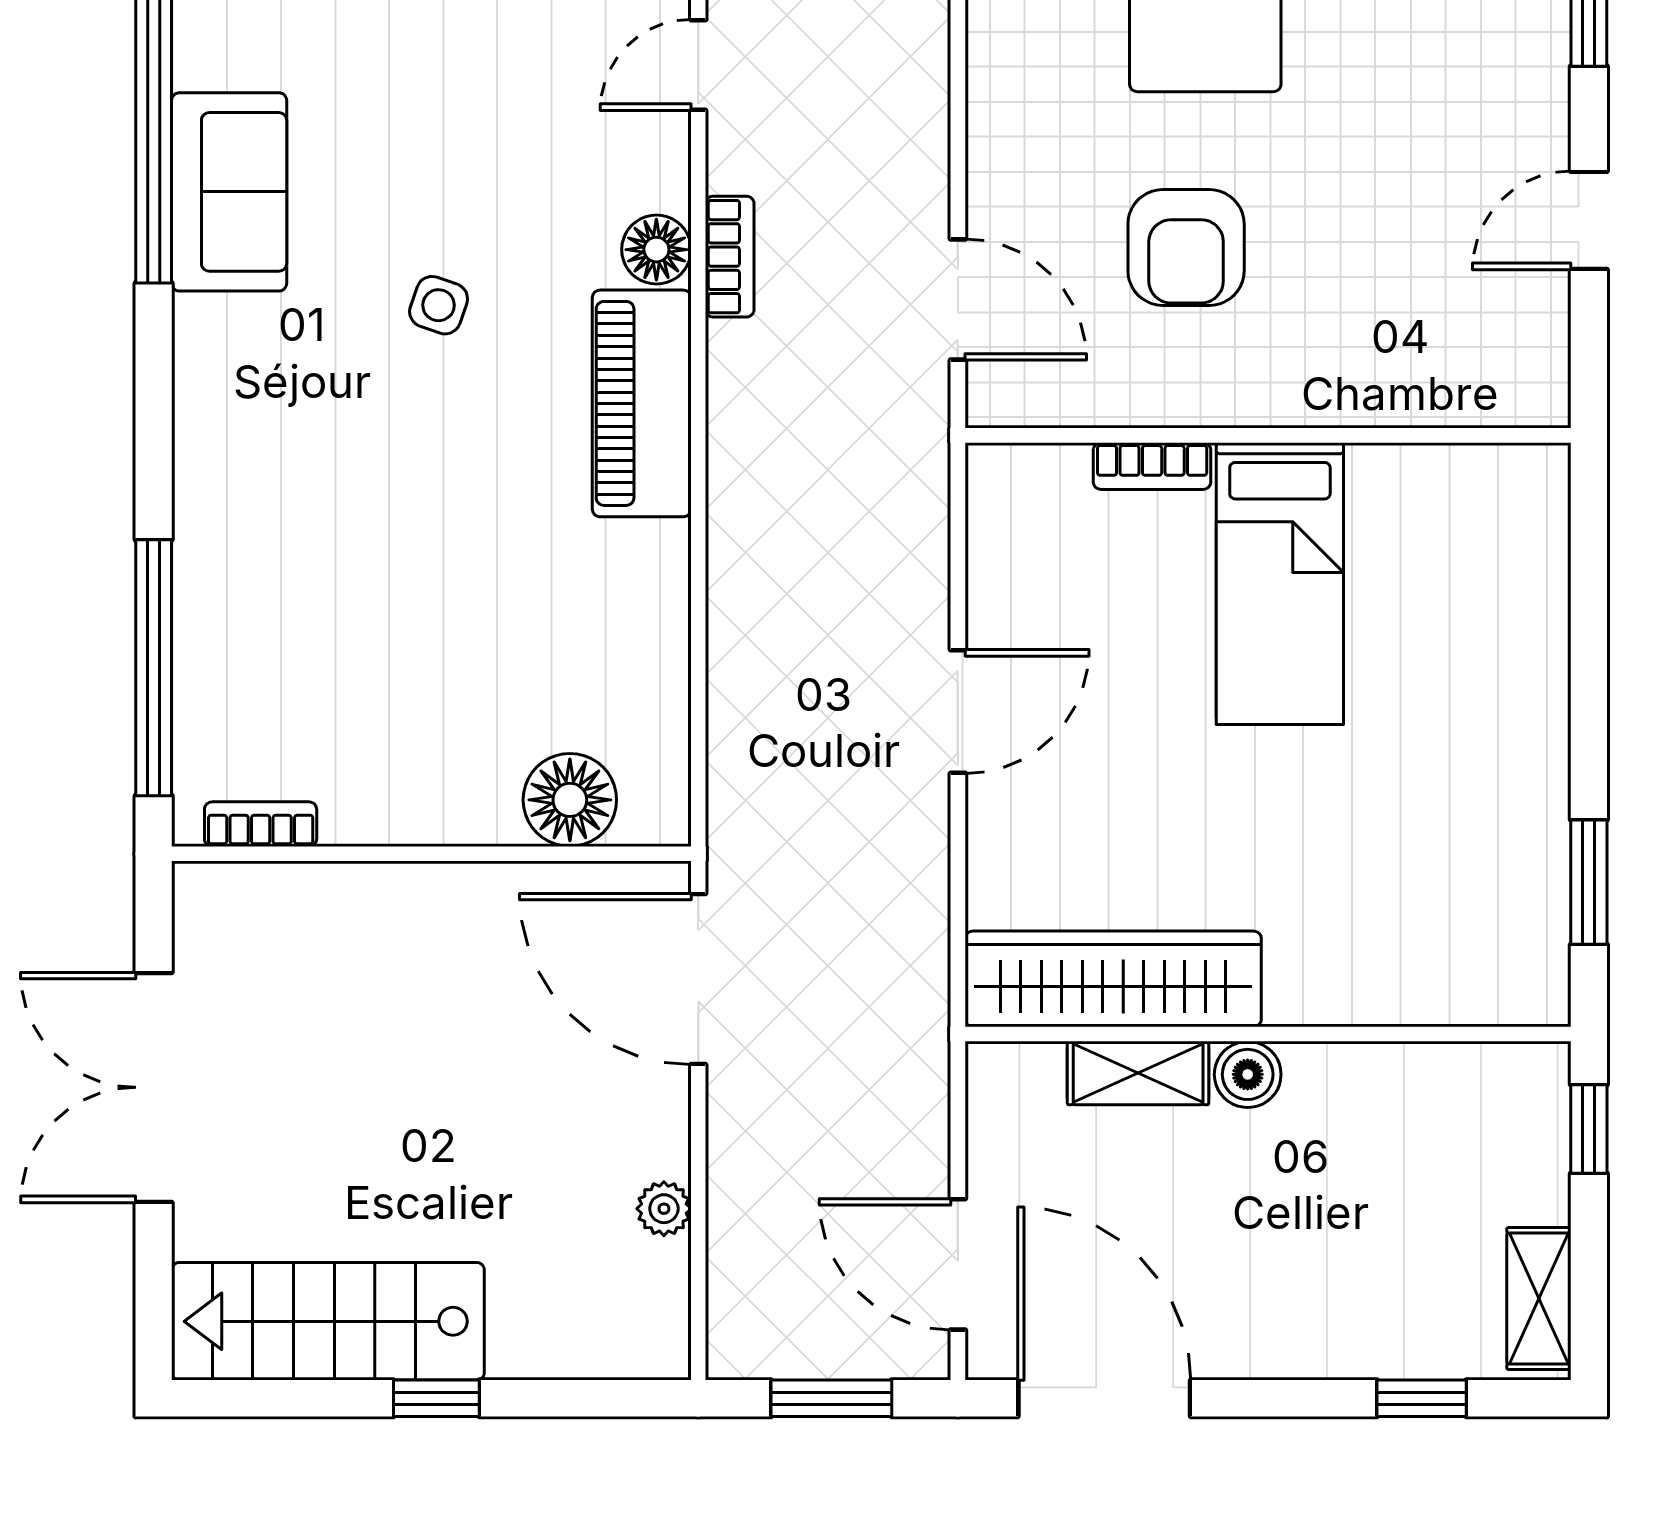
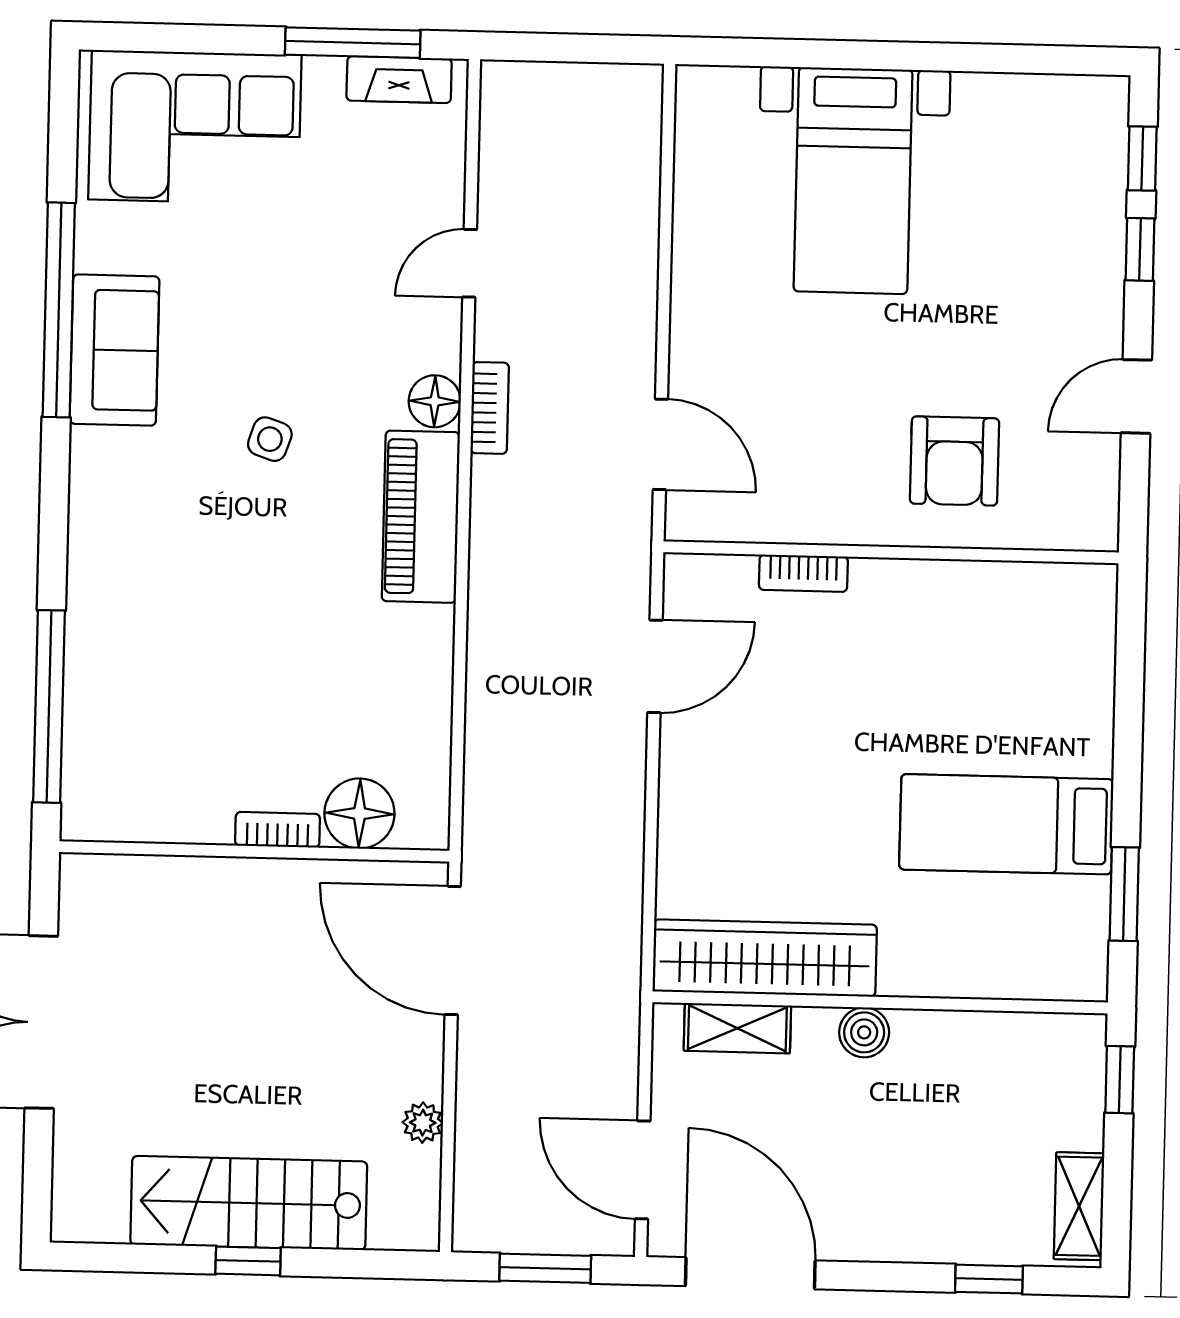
armchair: (1186, 247) -> (954, 461), moved
bed: (1280, 584) -> (1006, 824), moved, turned 90
door: (958, 711) -> (655, 666), moved
bookcase: (261, 824) -> (278, 830), moved
shelving: (1138, 1073) -> (737, 1028), moved
stairs: (328, 1321) -> (249, 1203), moved

